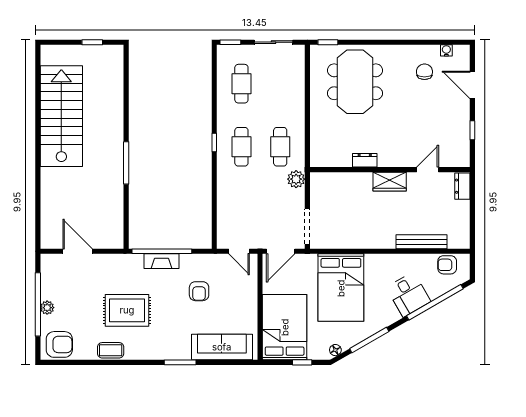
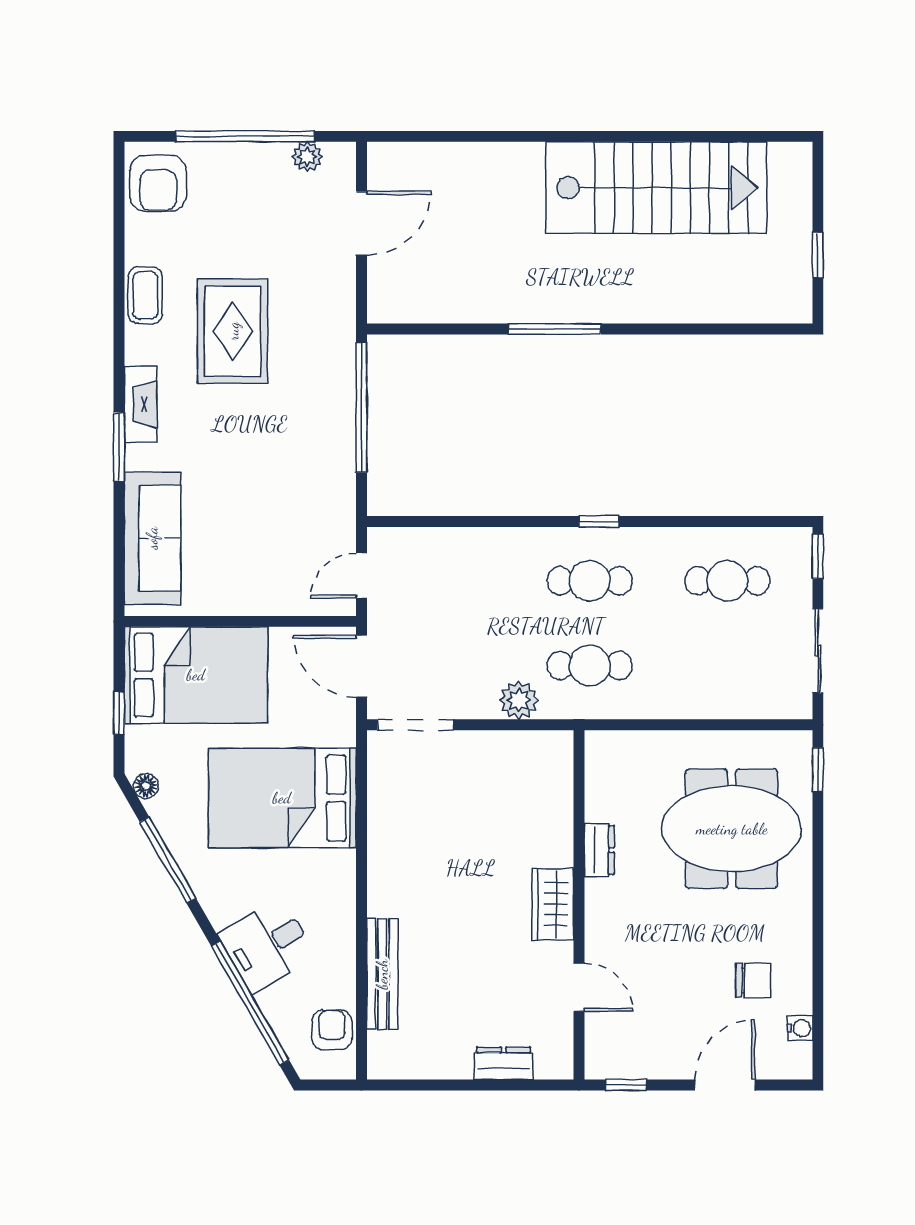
dresser: (365, 160) -> (599, 850), moved
wall: (390, 170) -> (579, 905), moved
door: (428, 170) -> (579, 987), moved
wardrobe: (390, 182) -> (553, 904), moved
fireplace: (162, 261) -> (141, 404), moved, turned 180
armchair: (199, 291) -> (274, 488), removed
plant: (47, 308) -> (307, 157), moved

